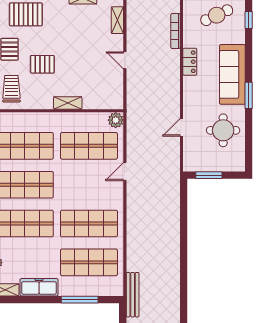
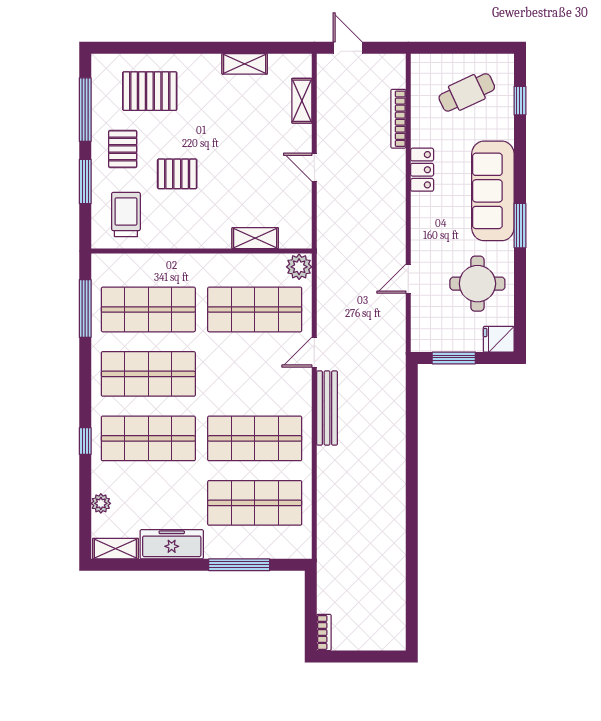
shelving: (68, 103) -> (255, 238), moved
fridge: (236, 164) -> (499, 339), added
bench: (133, 295) -> (327, 408), moved

